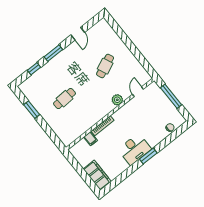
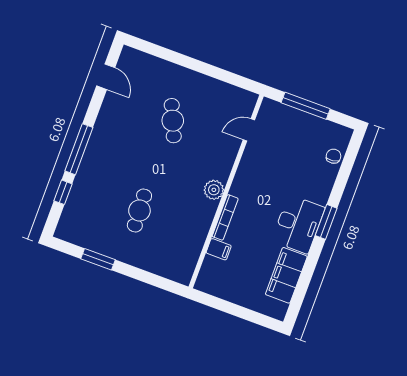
door: (78, 34) -> (106, 77), moved
window: (53, 53) -> (79, 149), width x1.44
door: (138, 92) -> (249, 130), hinge flipped
plant: (117, 100) -> (214, 190), moved
filing cabinet: (97, 175) -> (286, 275), moved, turned -90

